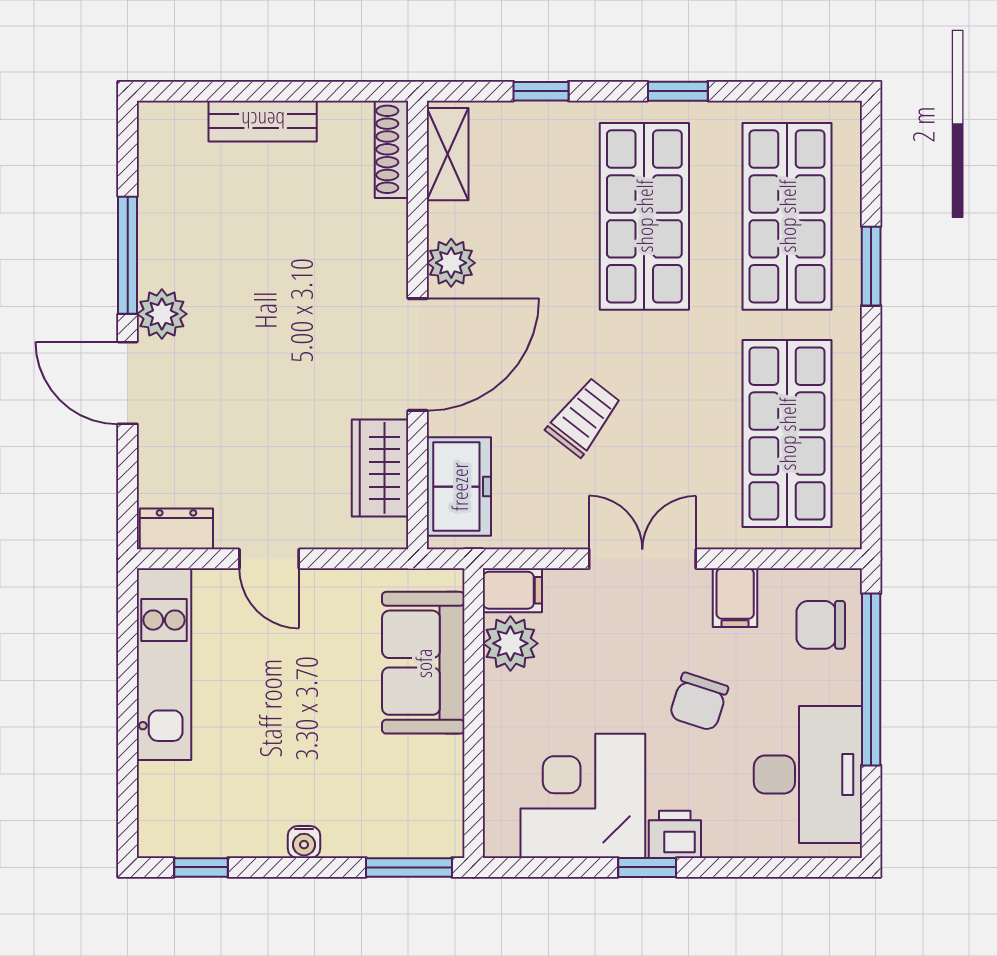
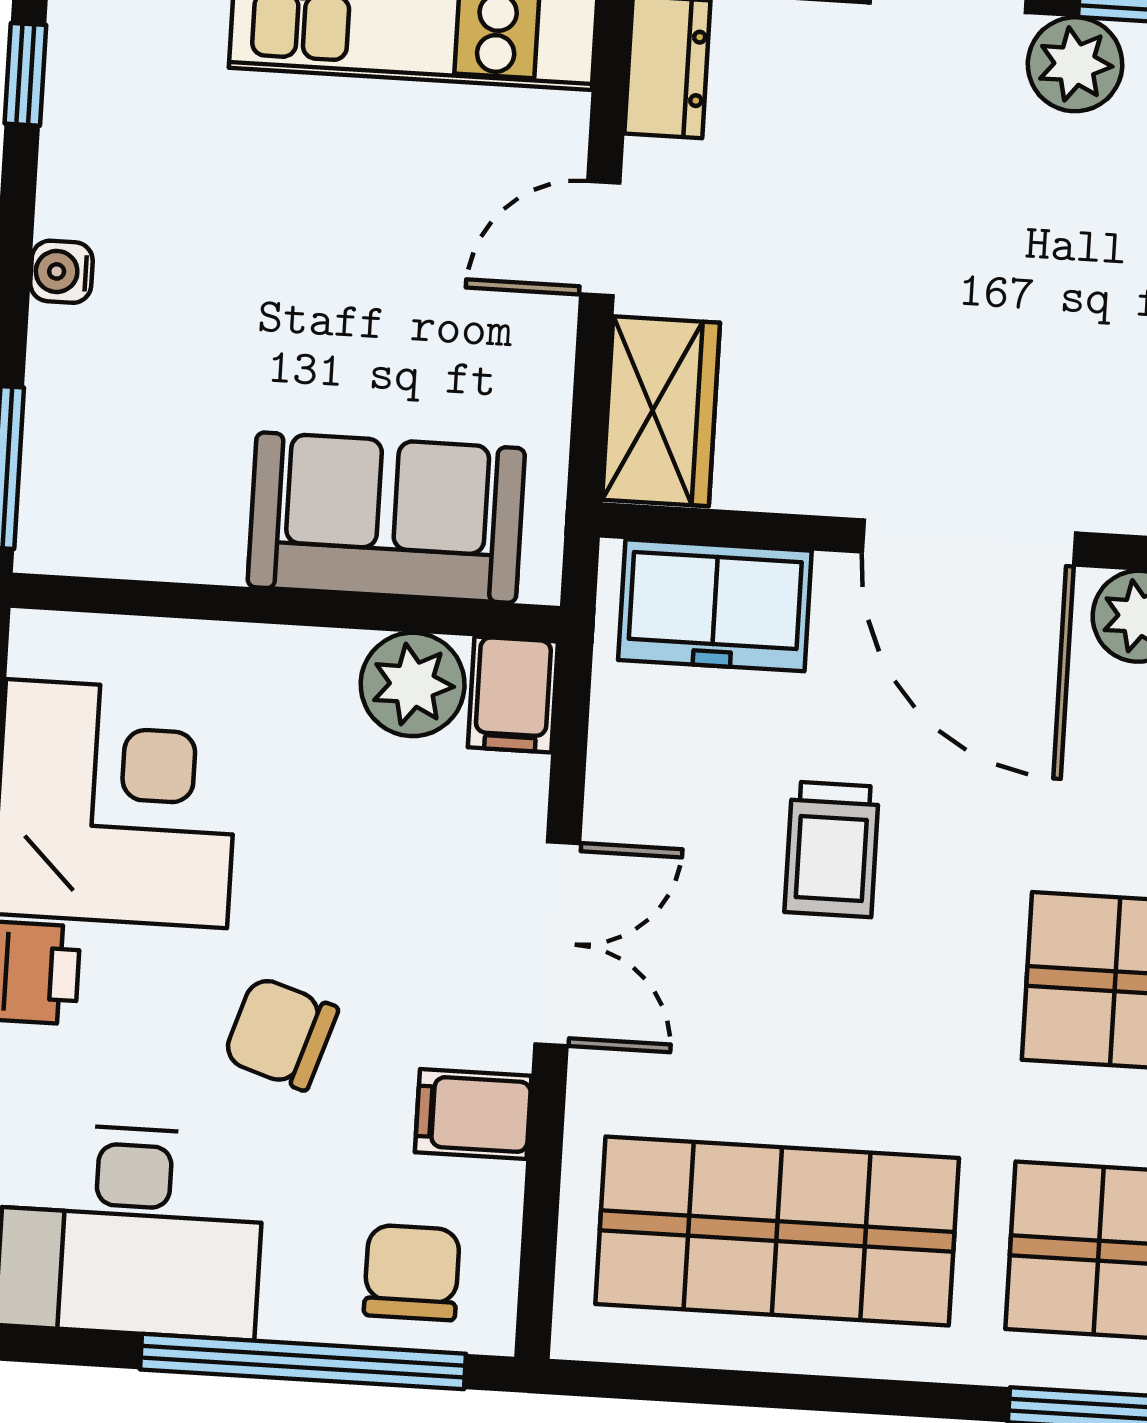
trolley: (584, 417) -> (832, 849), turned 52
wardrobe: (380, 468) -> (661, 411), moved, turned 90

